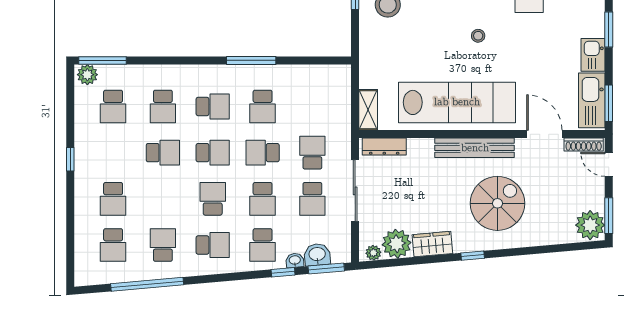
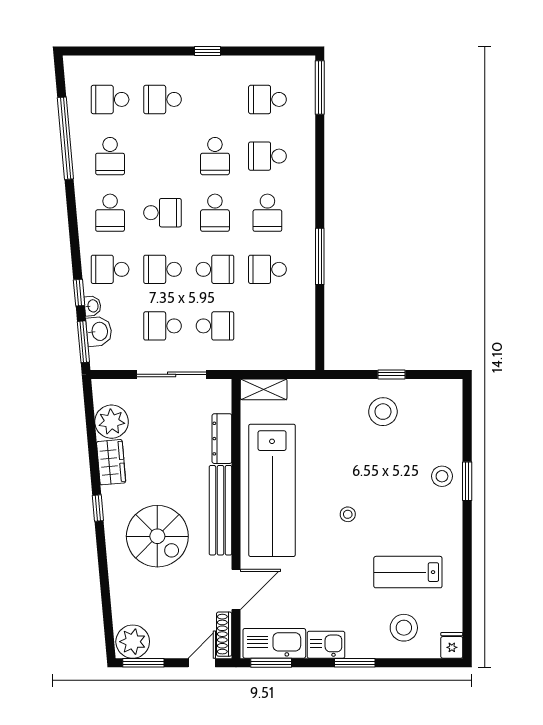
plant: (87, 75) -> (304, 70), removed
dresser: (384, 147) -> (222, 439), moved
school desk: (263, 153) -> (215, 269), turned 90
school desk: (163, 245) -> (110, 156), turned 90
plant: (373, 253) -> (101, 395), removed

